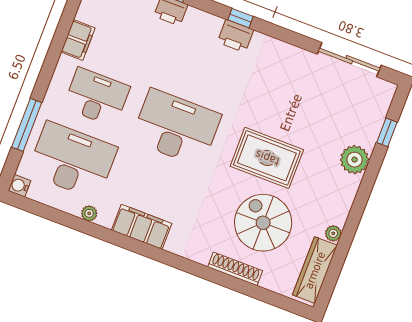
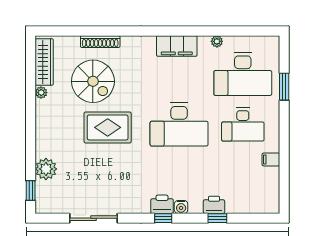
filing cabinet: (78, 40) -> (271, 159), width x0.50
sliding door: (349, 60) -> (93, 218), moved
window: (27, 125) -> (284, 87), width x0.69
window: (387, 132) -> (31, 191), moved
plant: (355, 160) -> (46, 169), moved
water cooler: (19, 186) -> (181, 207), moved, turned 90

